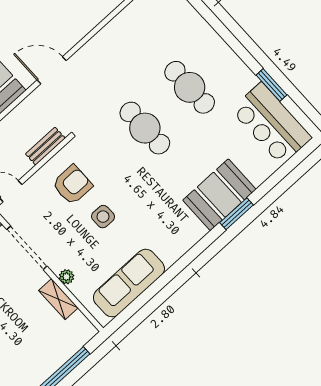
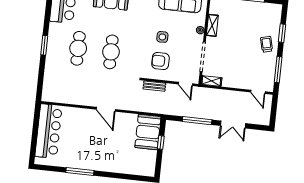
door: (52, 70) -> (106, 109), moved
window: (271, 85) -> (44, 45), moved

